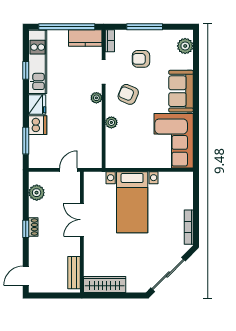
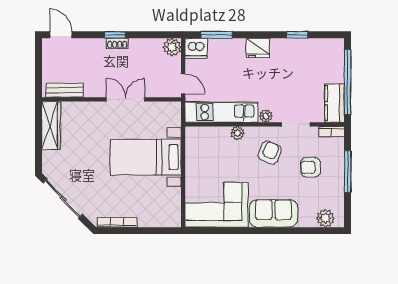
armchair: (141, 59) -> (311, 167), turned -90
kitchen unit: (38, 62) -> (222, 112), moved, turned 180
dishwasher: (38, 125) -> (196, 48), moved
plant: (37, 193) -> (172, 47), moved

